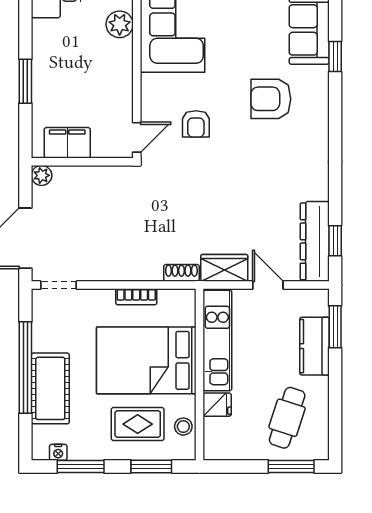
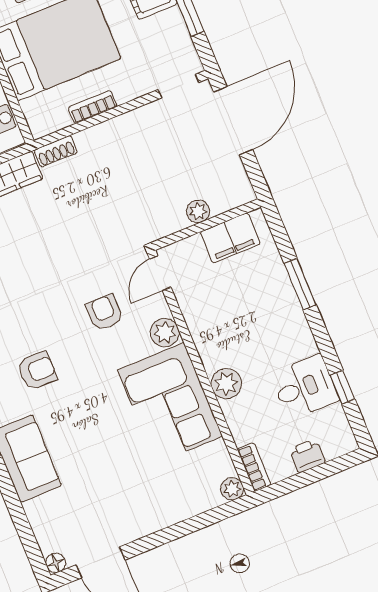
plant: (153, 87) -> (165, 333), added
armchair: (271, 99) -> (37, 371), width x0.72, depth x0.72
plant: (42, 175) -> (198, 211), moved

